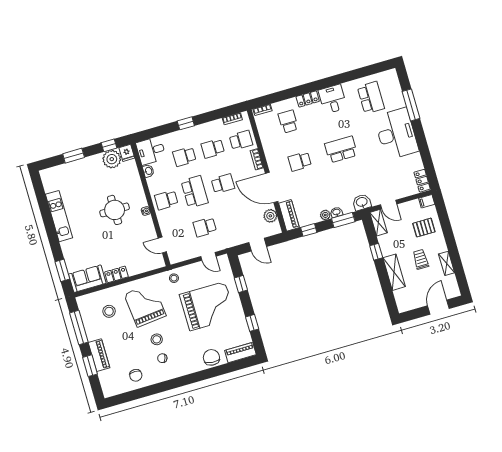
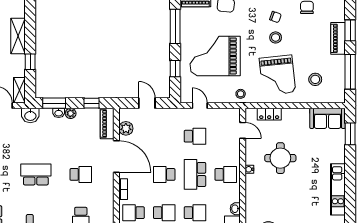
school desk: (341, 150) -> (36, 174), turned 180
round table: (115, 210) -> (280, 158), moved
locker: (116, 274) -> (269, 114), moved
window: (252, 323) -> (175, 26), width x2.17

